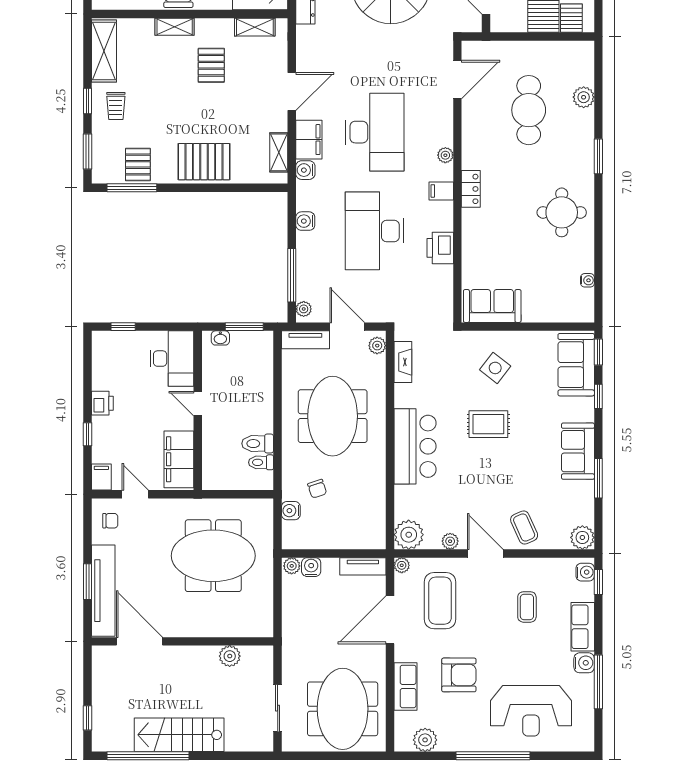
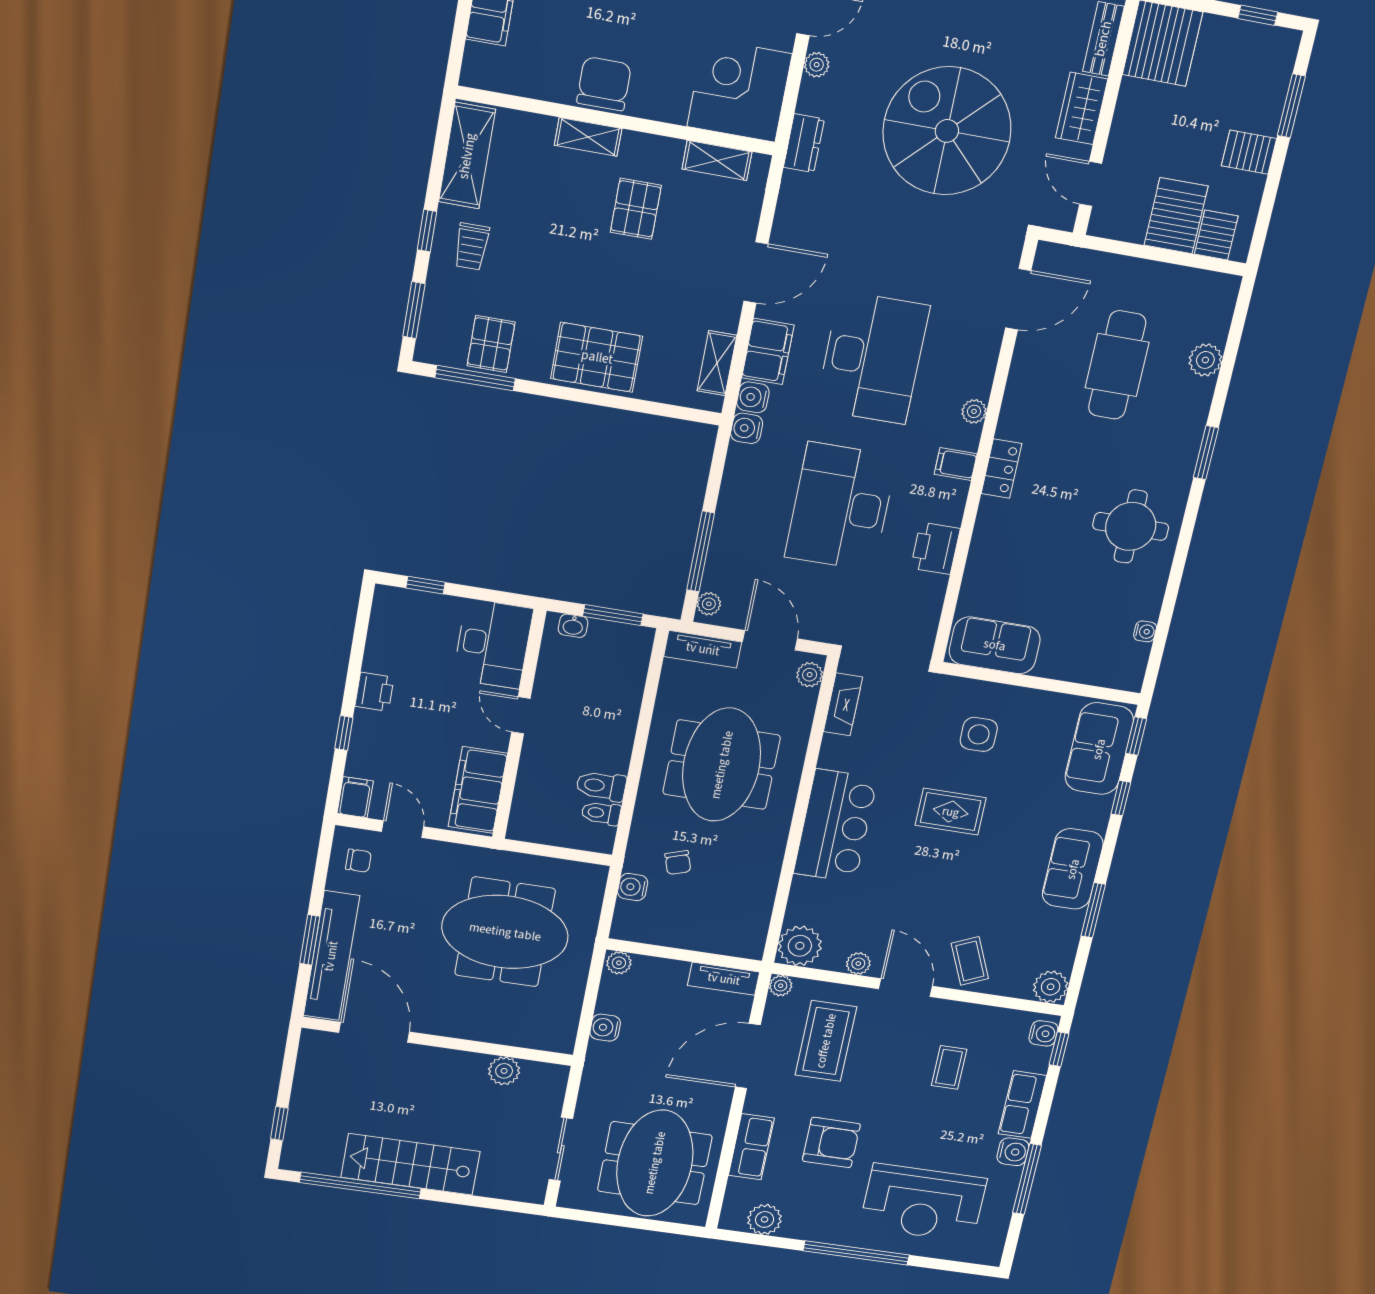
water cooler: (305, 221) -> (747, 428), moved
side table: (495, 368) -> (979, 734), turned -38
water cooler: (311, 567) -> (605, 1028), moved, turned -90

